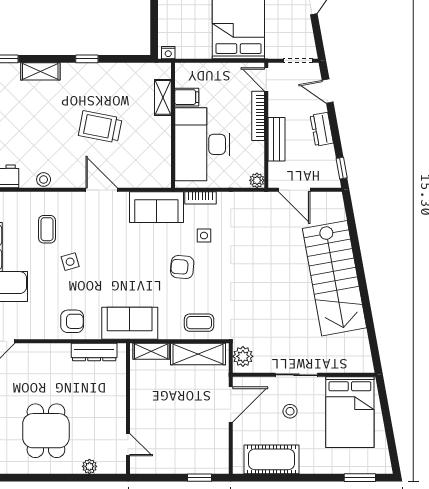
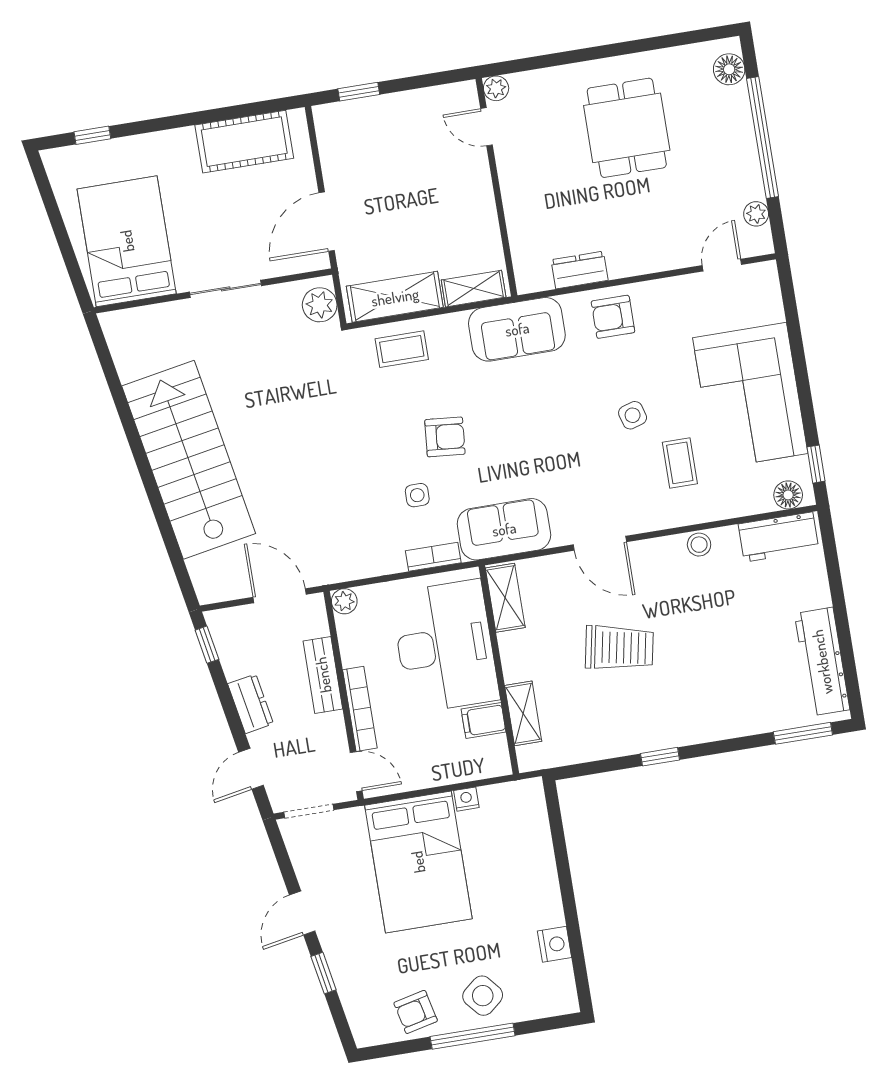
nightstand: (168, 53) -> (466, 799), moved
shelving: (40, 71) -> (505, 598), moved, turned 90
door: (328, 91) -> (251, 769), swing flipped
dresser: (94, 352) -> (580, 270), width x0.70
stool: (290, 411) -> (226, 227), removed
plant: (89, 466) -> (496, 88), moved
window: (360, 478) -> (92, 135), width x0.67

